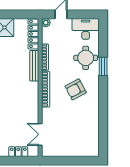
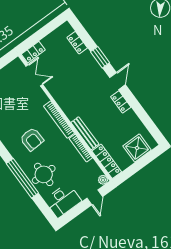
window: (103, 66) -> (22, 178), width x2.11
armchair: (76, 89) -> (32, 139), turned 115
locker: (18, 152) -> (33, 52), moved

